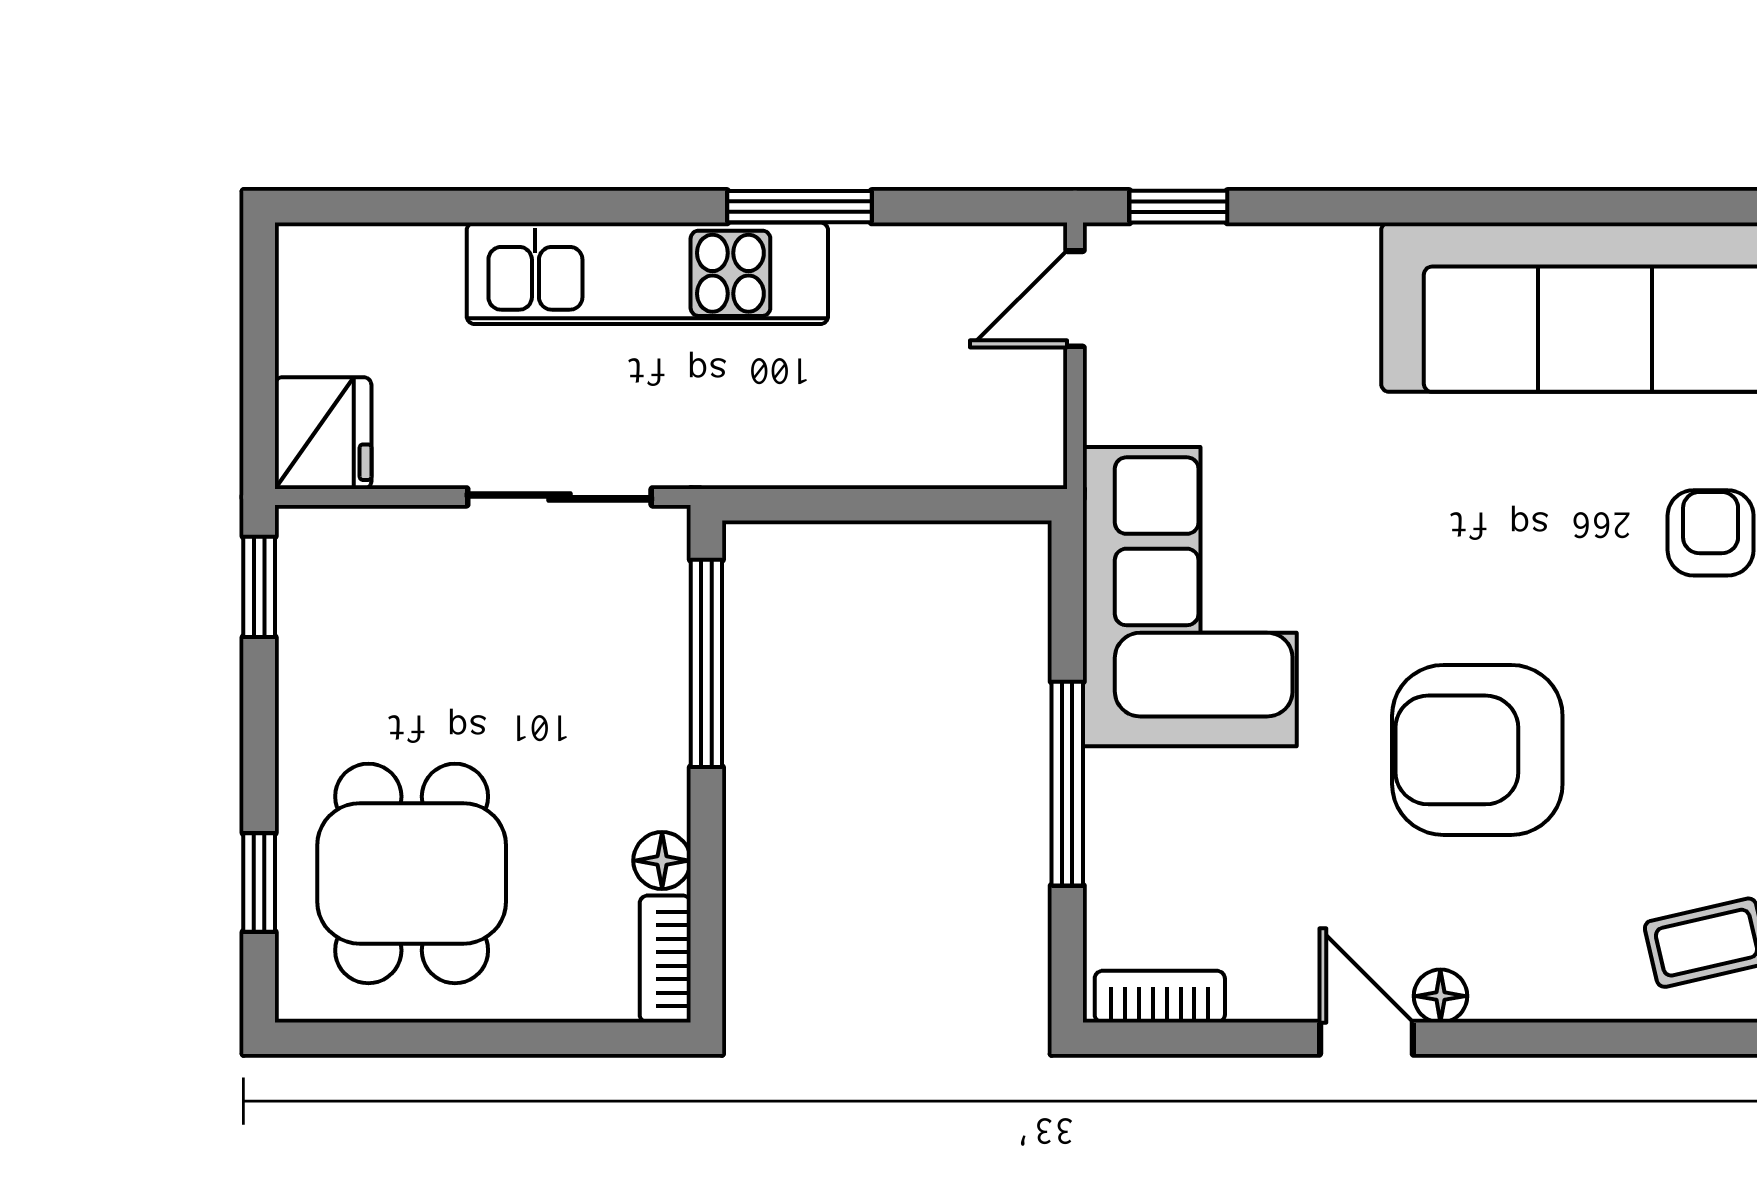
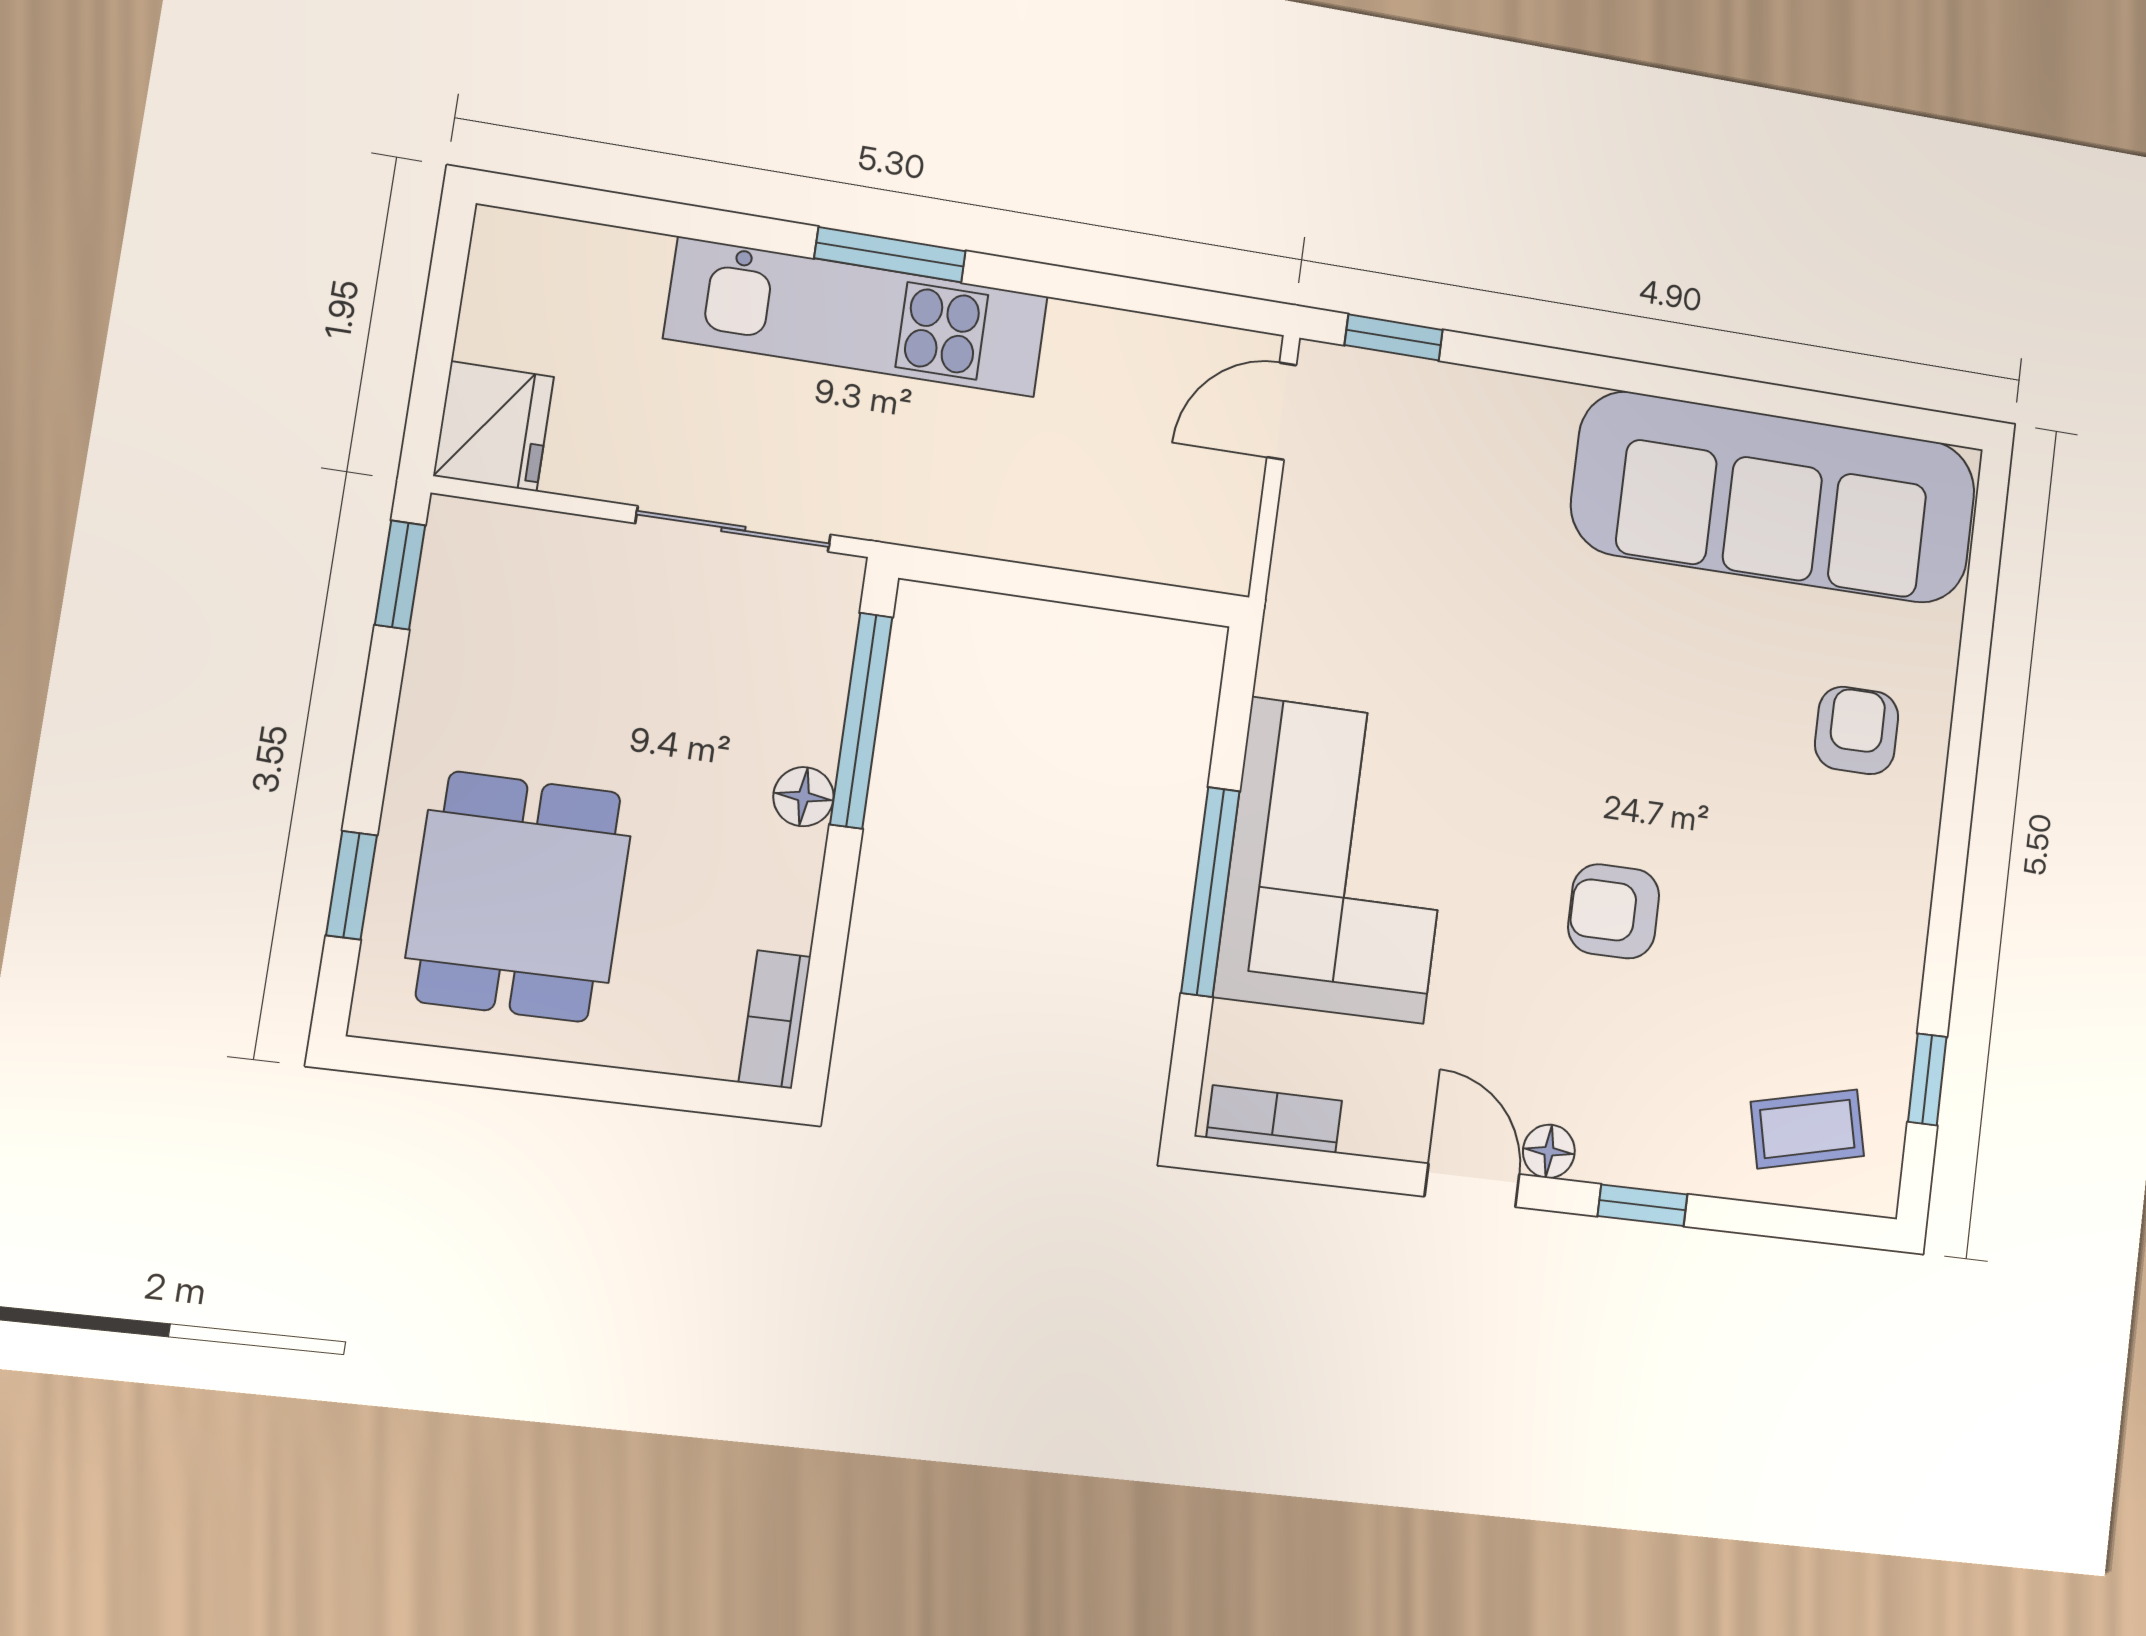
window: (799, 207) -> (890, 255), moved
corner sofa: (1190, 597) -> (1338, 860), moved
armchair: (1477, 750) -> (1614, 911), width x0.53, depth x0.53
floor lamp: (662, 861) -> (803, 797), moved
window: (1543, 1038) -> (1642, 1205), added

